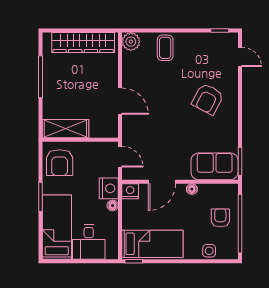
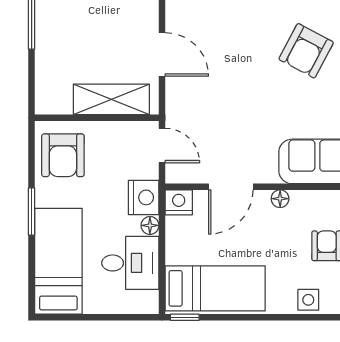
shelving: (65, 129) -> (111, 99), moved
desk: (89, 242) -> (130, 263), moved, turned -90

